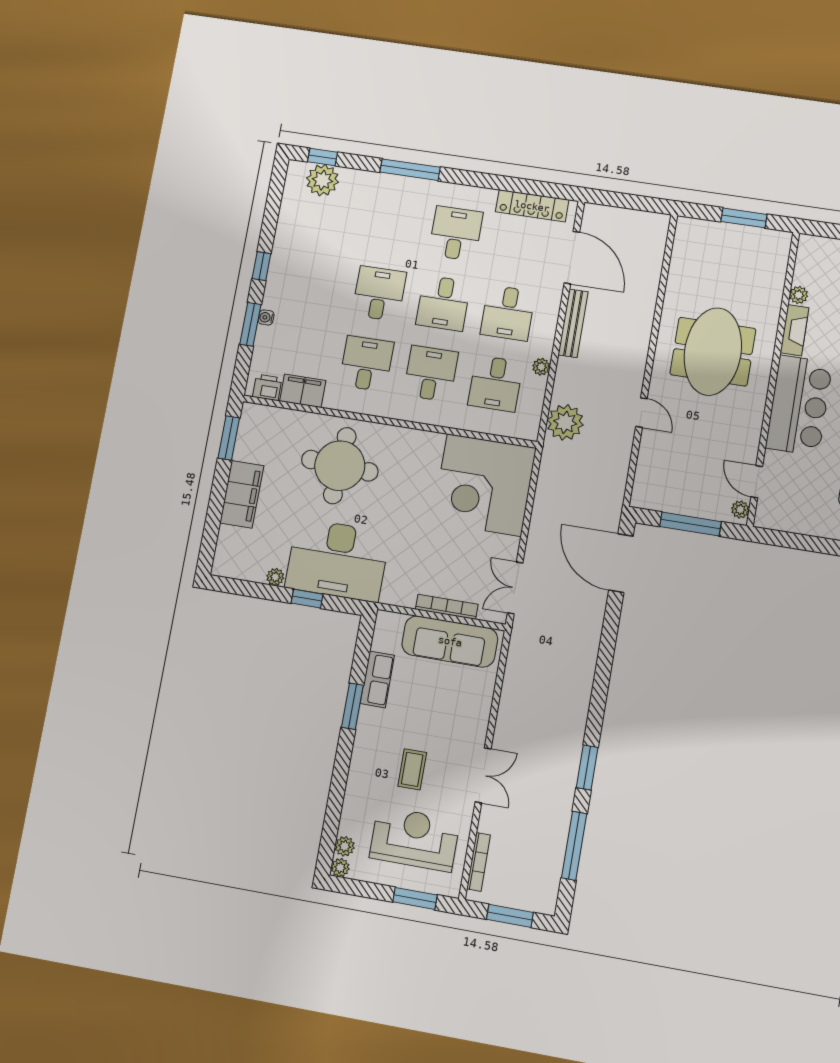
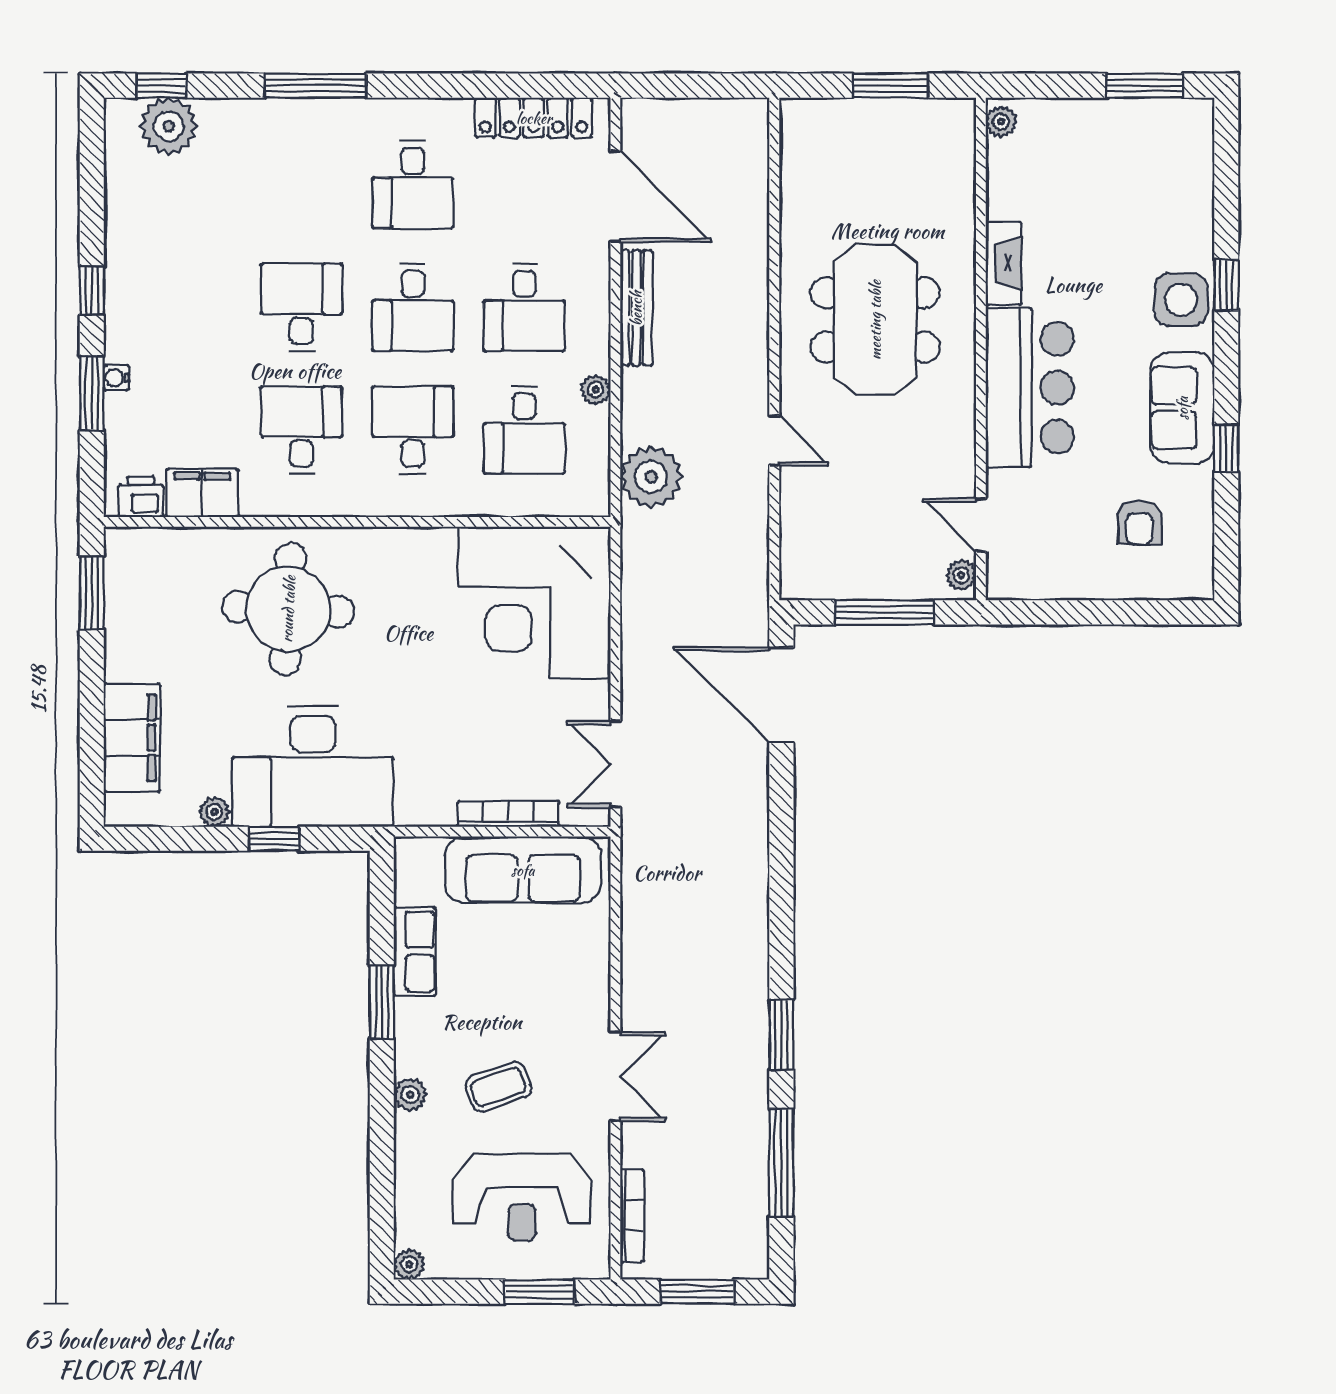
desk: (456, 233) -> (413, 185), turned 180
plant: (799, 295) -> (1001, 122), moved
filing cabinet: (242, 494) -> (132, 738), moved
coffee table: (412, 769) -> (498, 1087), turned 71
reception desk: (415, 839) -> (522, 1197), turned 180
plant: (345, 846) -> (410, 1095), moved

